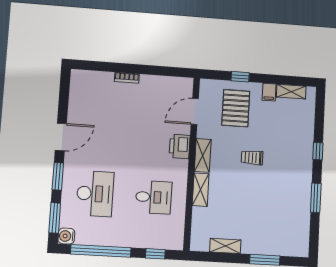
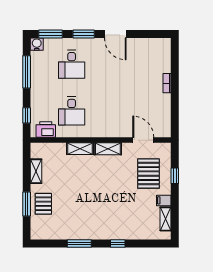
pallet: (236, 108) -> (148, 174), turned 90
printer: (180, 146) -> (46, 129), moved
trolley: (252, 158) -> (109, 189), removed
desk: (95, 194) -> (72, 64), width x0.73
pallet: (266, 239) -> (43, 204), added
window: (101, 251) -> (27, 72), width x0.68

